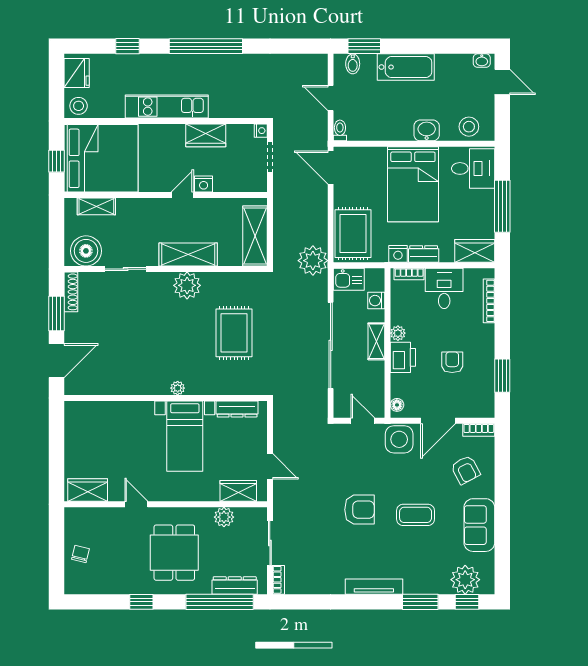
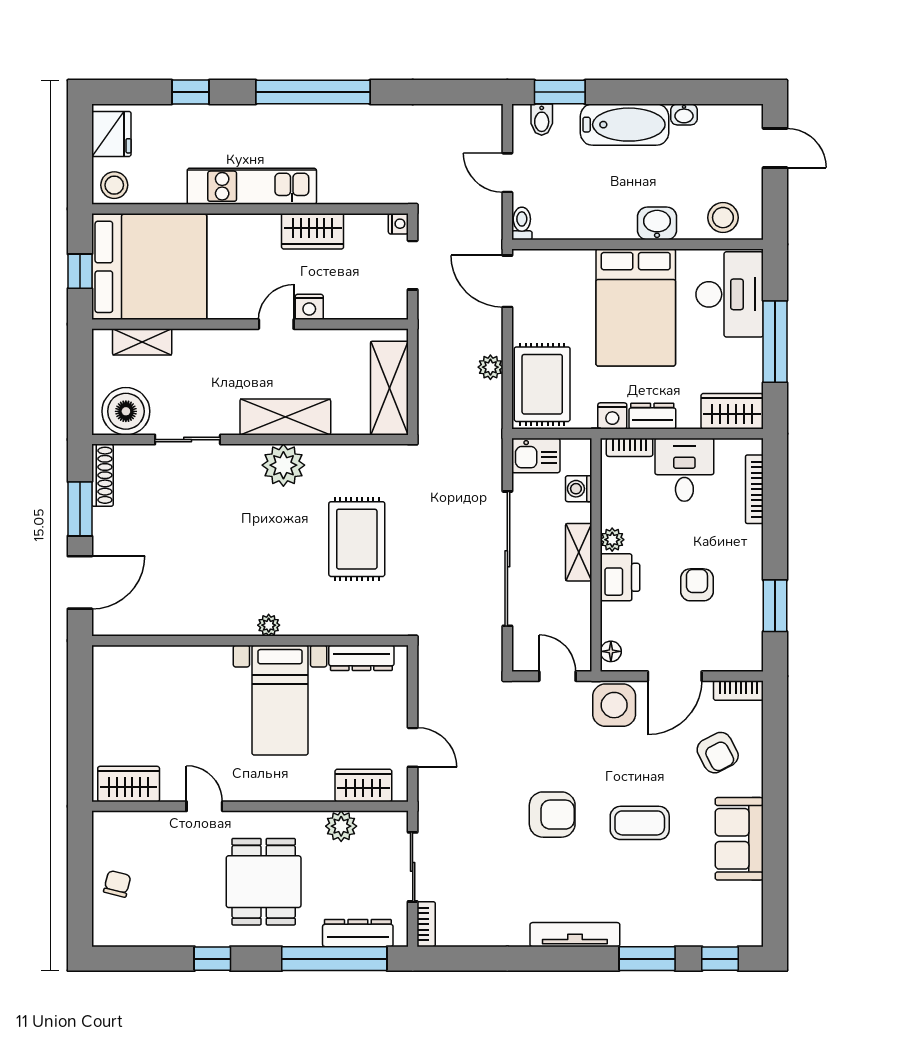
washbasin: (482, 61) -> (684, 114), moved
desk: (473, 168) -> (730, 294), width x1.37
plant: (313, 261) -> (490, 367), moved, width x0.53, depth x0.53
plant: (465, 580) -> (717, 924), removed

